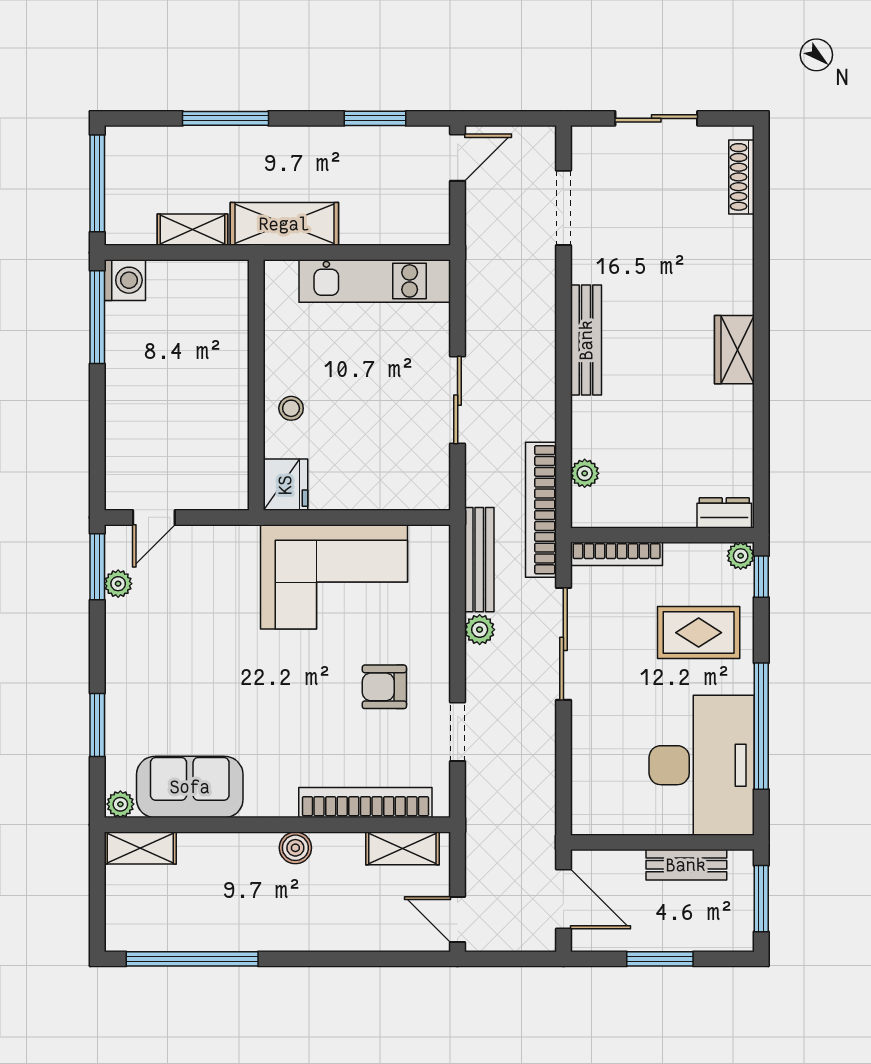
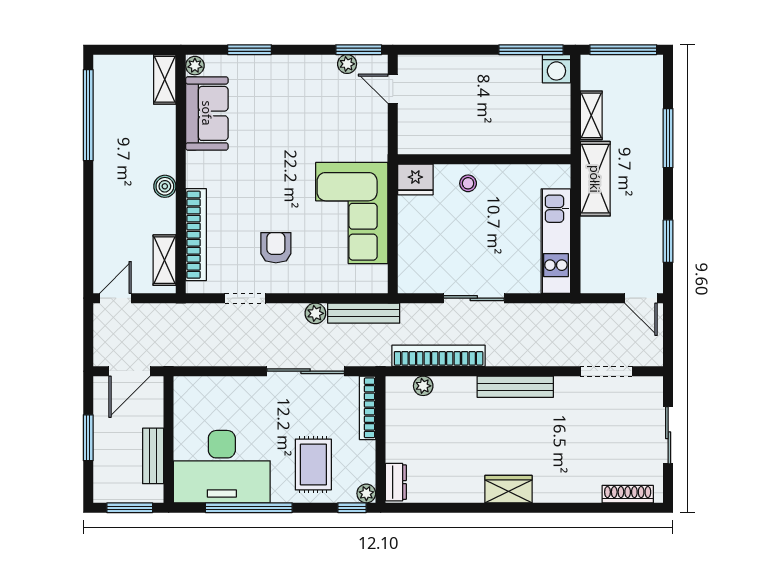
bookcase: (541, 510) -> (439, 356), moved

